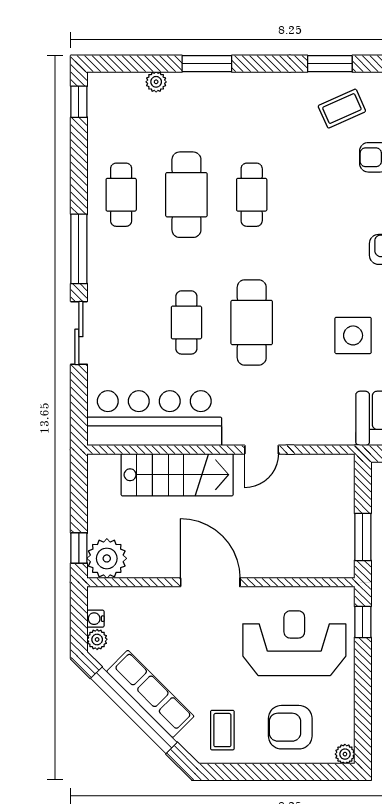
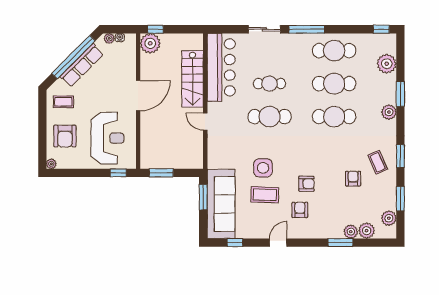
plant: (156, 82) -> (387, 64), width x1.88, depth x1.88
plant: (243, 86) -> (389, 112), added
cafe table: (121, 195) -> (334, 51), width x1.37, depth x1.35
cafe table: (252, 195) -> (334, 117), width x1.37, depth x1.35
armchair: (290, 727) -> (65, 136), turned 180

